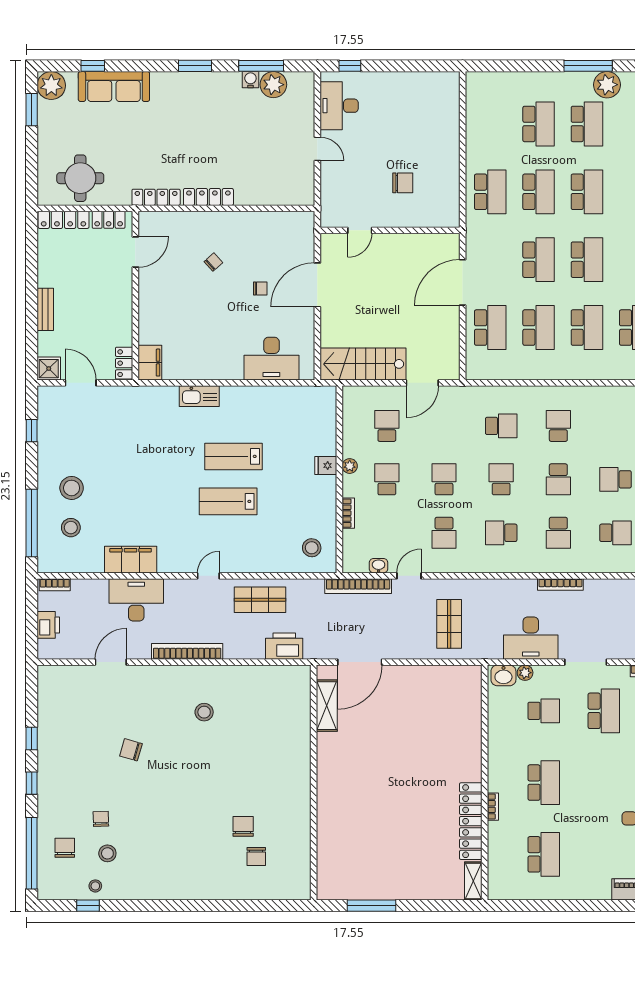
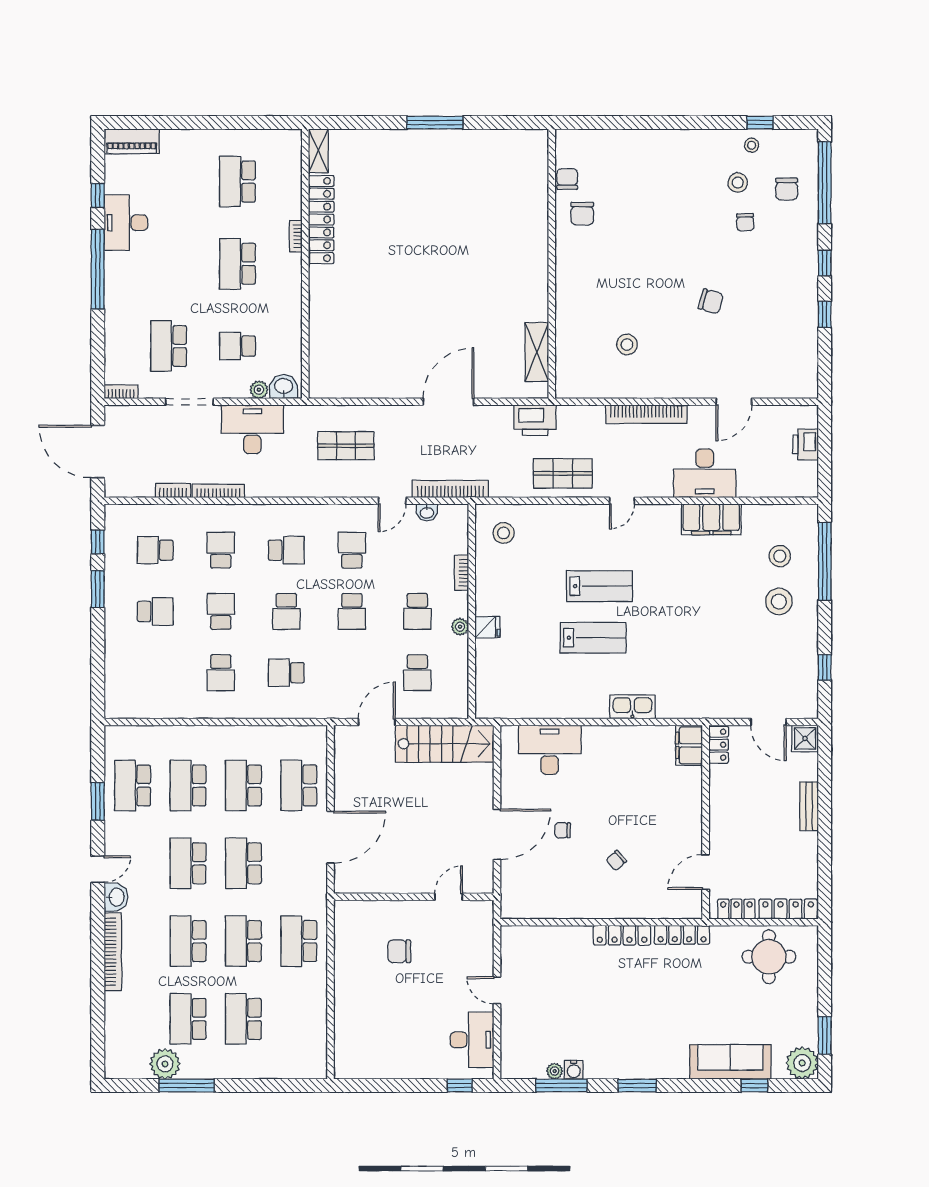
plant: (273, 85) -> (555, 1071), width x0.53, depth x0.53
bookcase: (55, 585) -> (173, 491), moved
shop shelf: (449, 624) -> (346, 446), turned 90
shelving: (327, 706) -> (537, 352), moved
wall: (314, 783) -> (552, 264), moved

